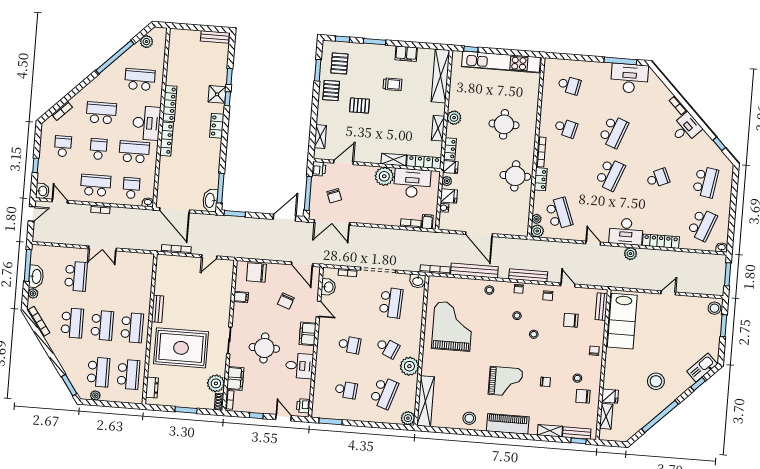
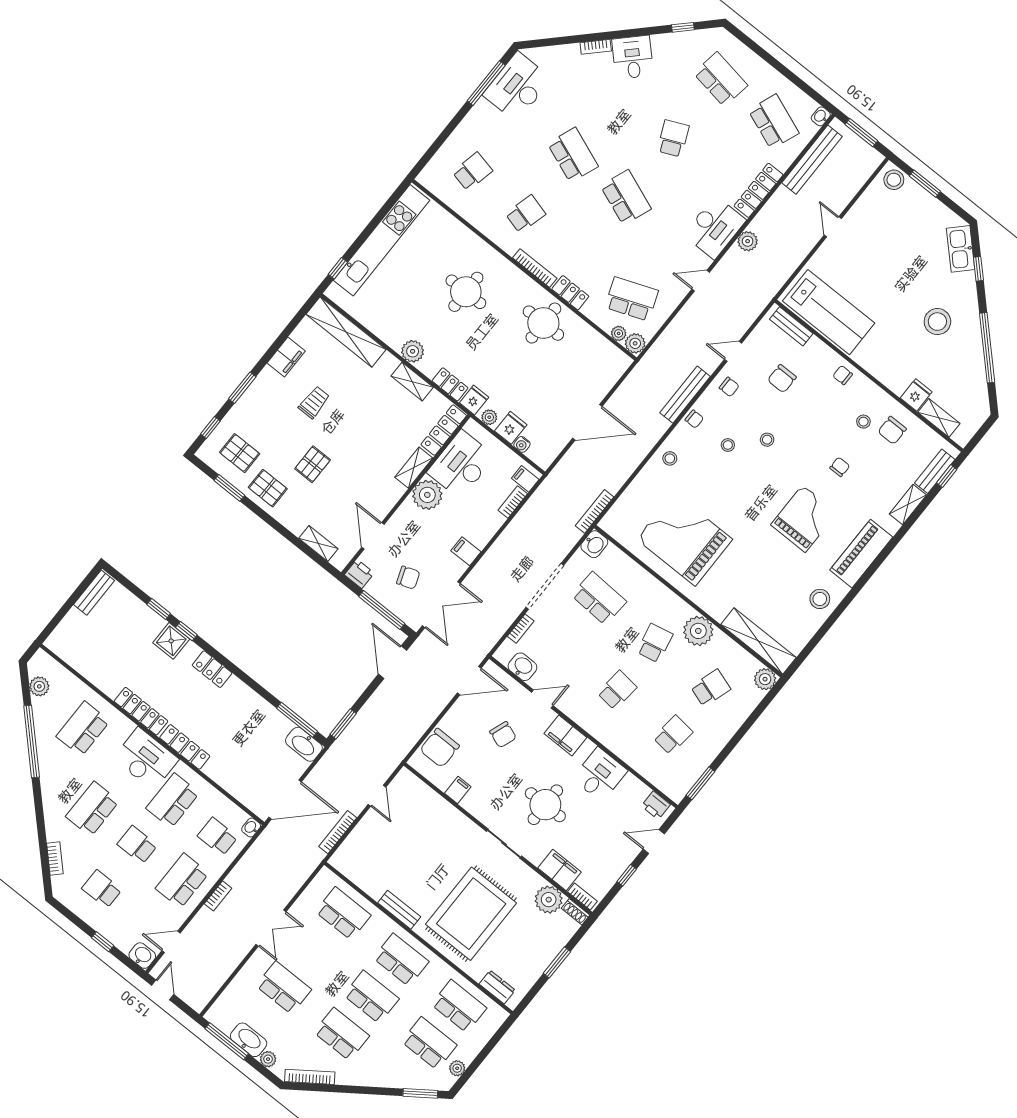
filing cabinet: (369, 216) -> (466, 551), added
bench: (474, 271) -> (812, 160), moved
school desk: (136, 281) -> (343, 913), added
school desk: (388, 348) -> (655, 643), turned -36
school desk: (384, 393) -> (711, 688), width x0.54

